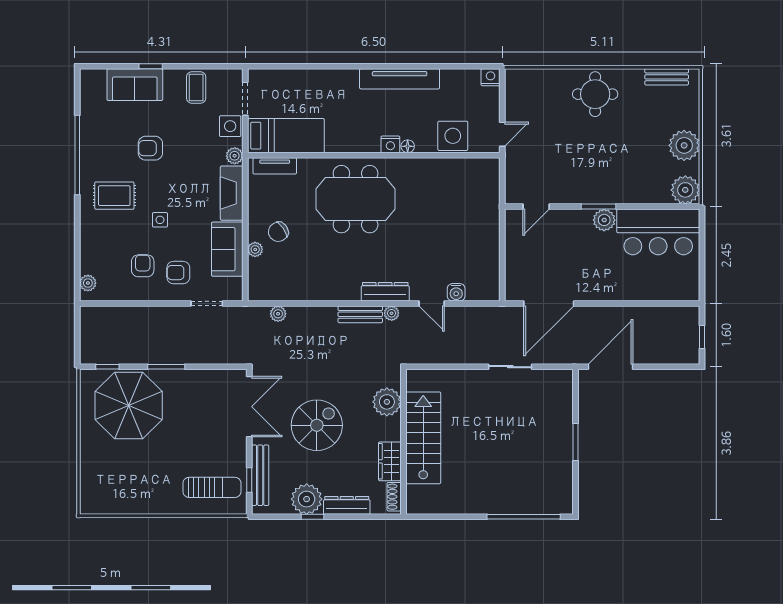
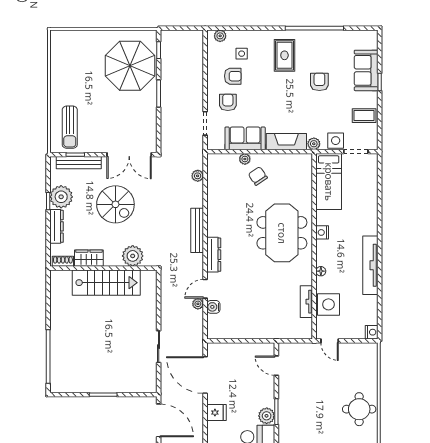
nightstand: (390, 144) -> (322, 232), moved
tv unit: (275, 166) -> (306, 302), moved
side table: (160, 220) -> (242, 54), moved
fridge: (600, 288) -> (216, 413), added
plant: (392, 313) -> (198, 304), moved
bench: (360, 314) -> (197, 230), width x1.36

